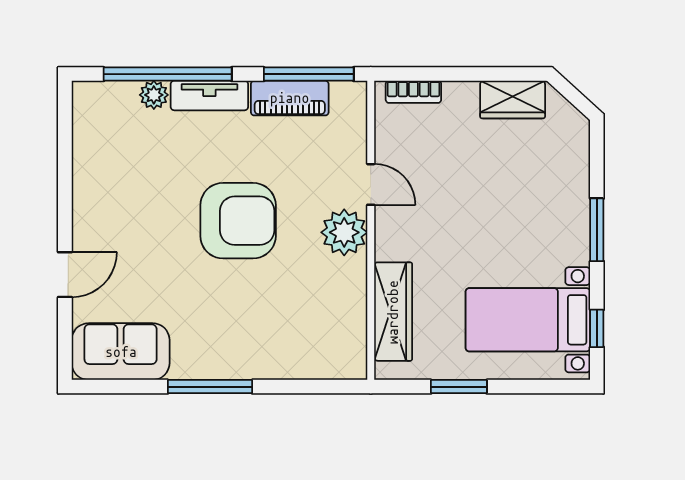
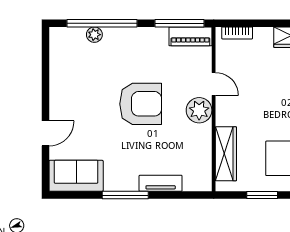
tv unit: (209, 95) -> (161, 183), moved, turned 180
piano: (290, 98) -> (190, 36), moved

